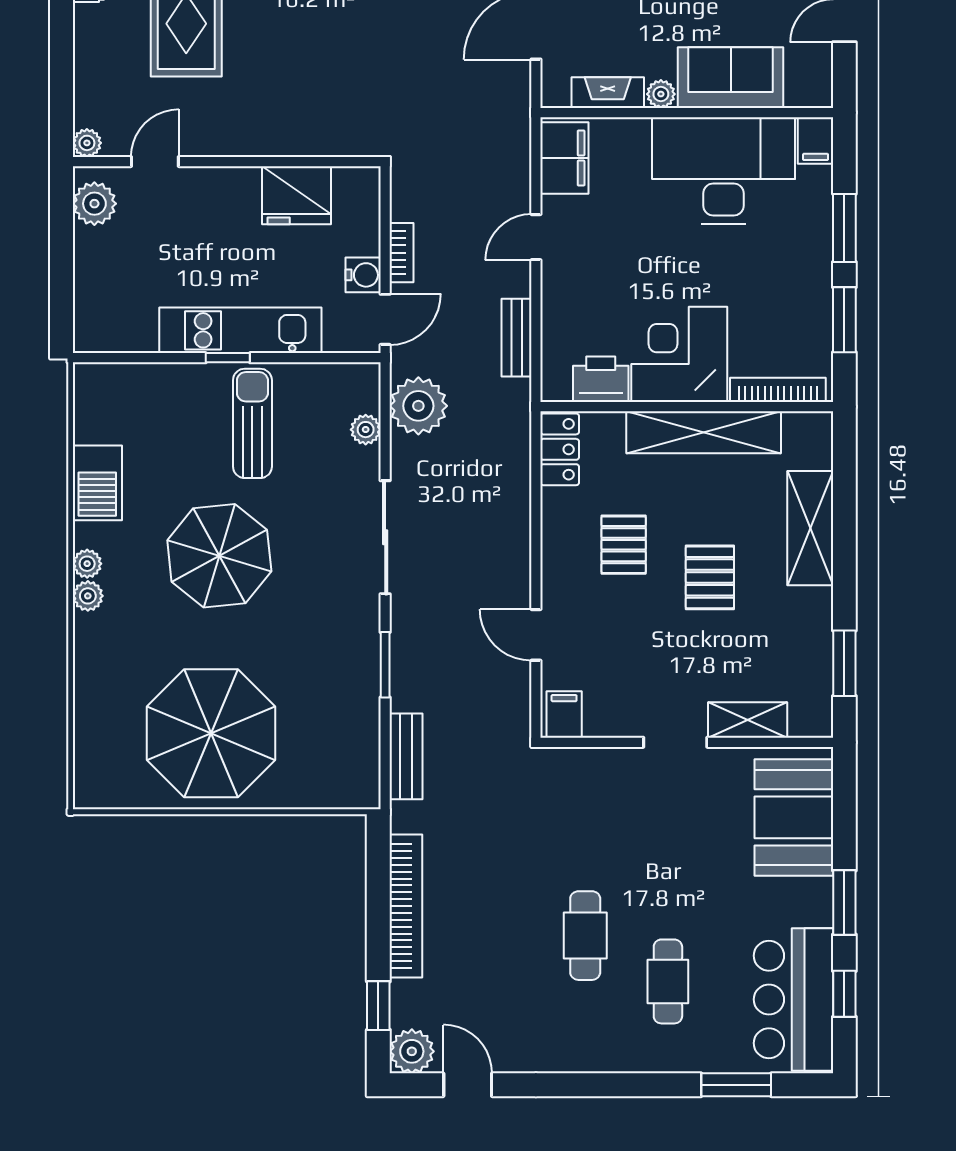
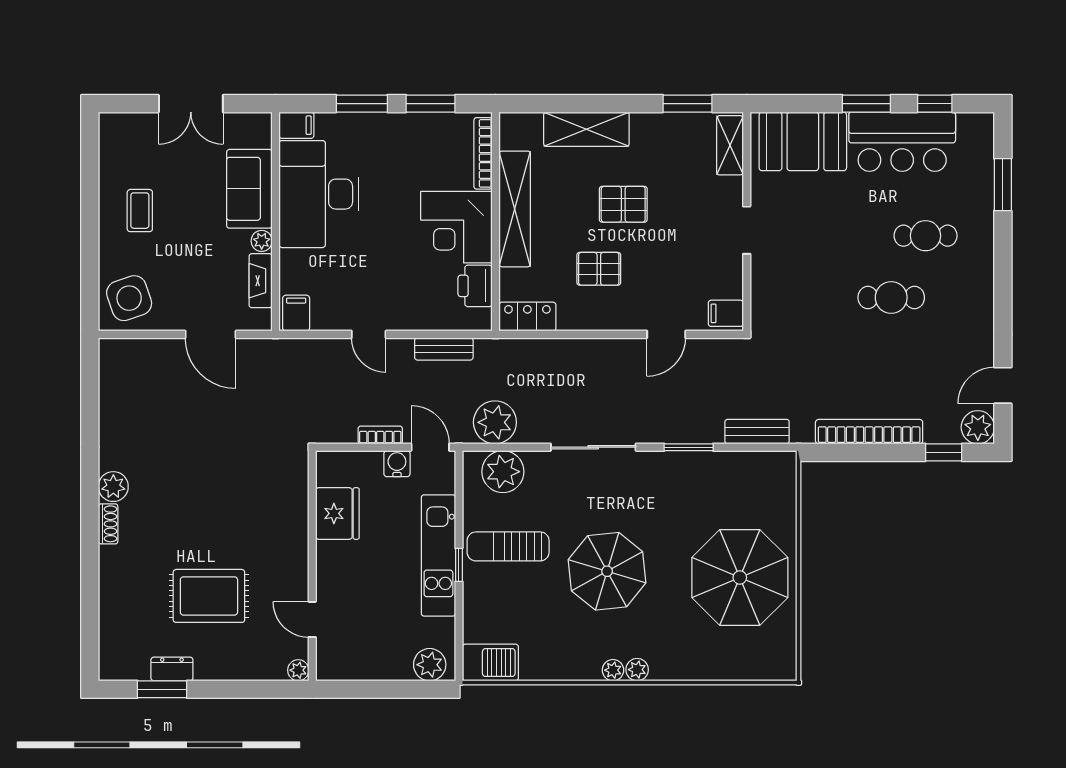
filing cabinet: (564, 158) -> (296, 313), width x0.50
plant: (94, 204) -> (430, 665), moved
plant: (366, 430) -> (503, 472), width x1.88, depth x1.88
barbecue: (97, 483) -> (490, 662), moved
shelving: (748, 720) -> (730, 145), moved
bar counter: (793, 999) -> (902, 142), moved

